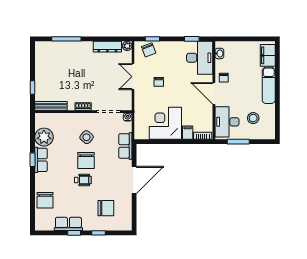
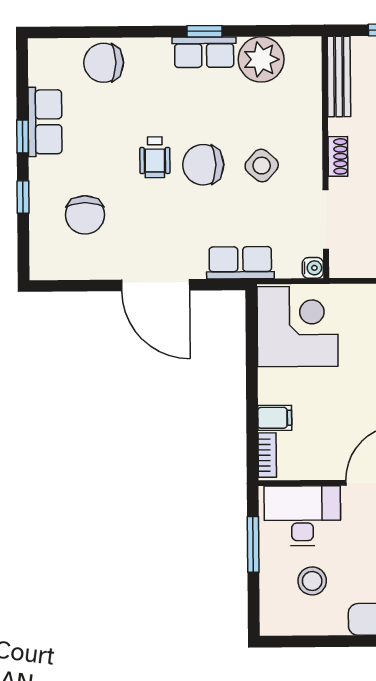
corner desk: (165, 123) -> (298, 326), moved

